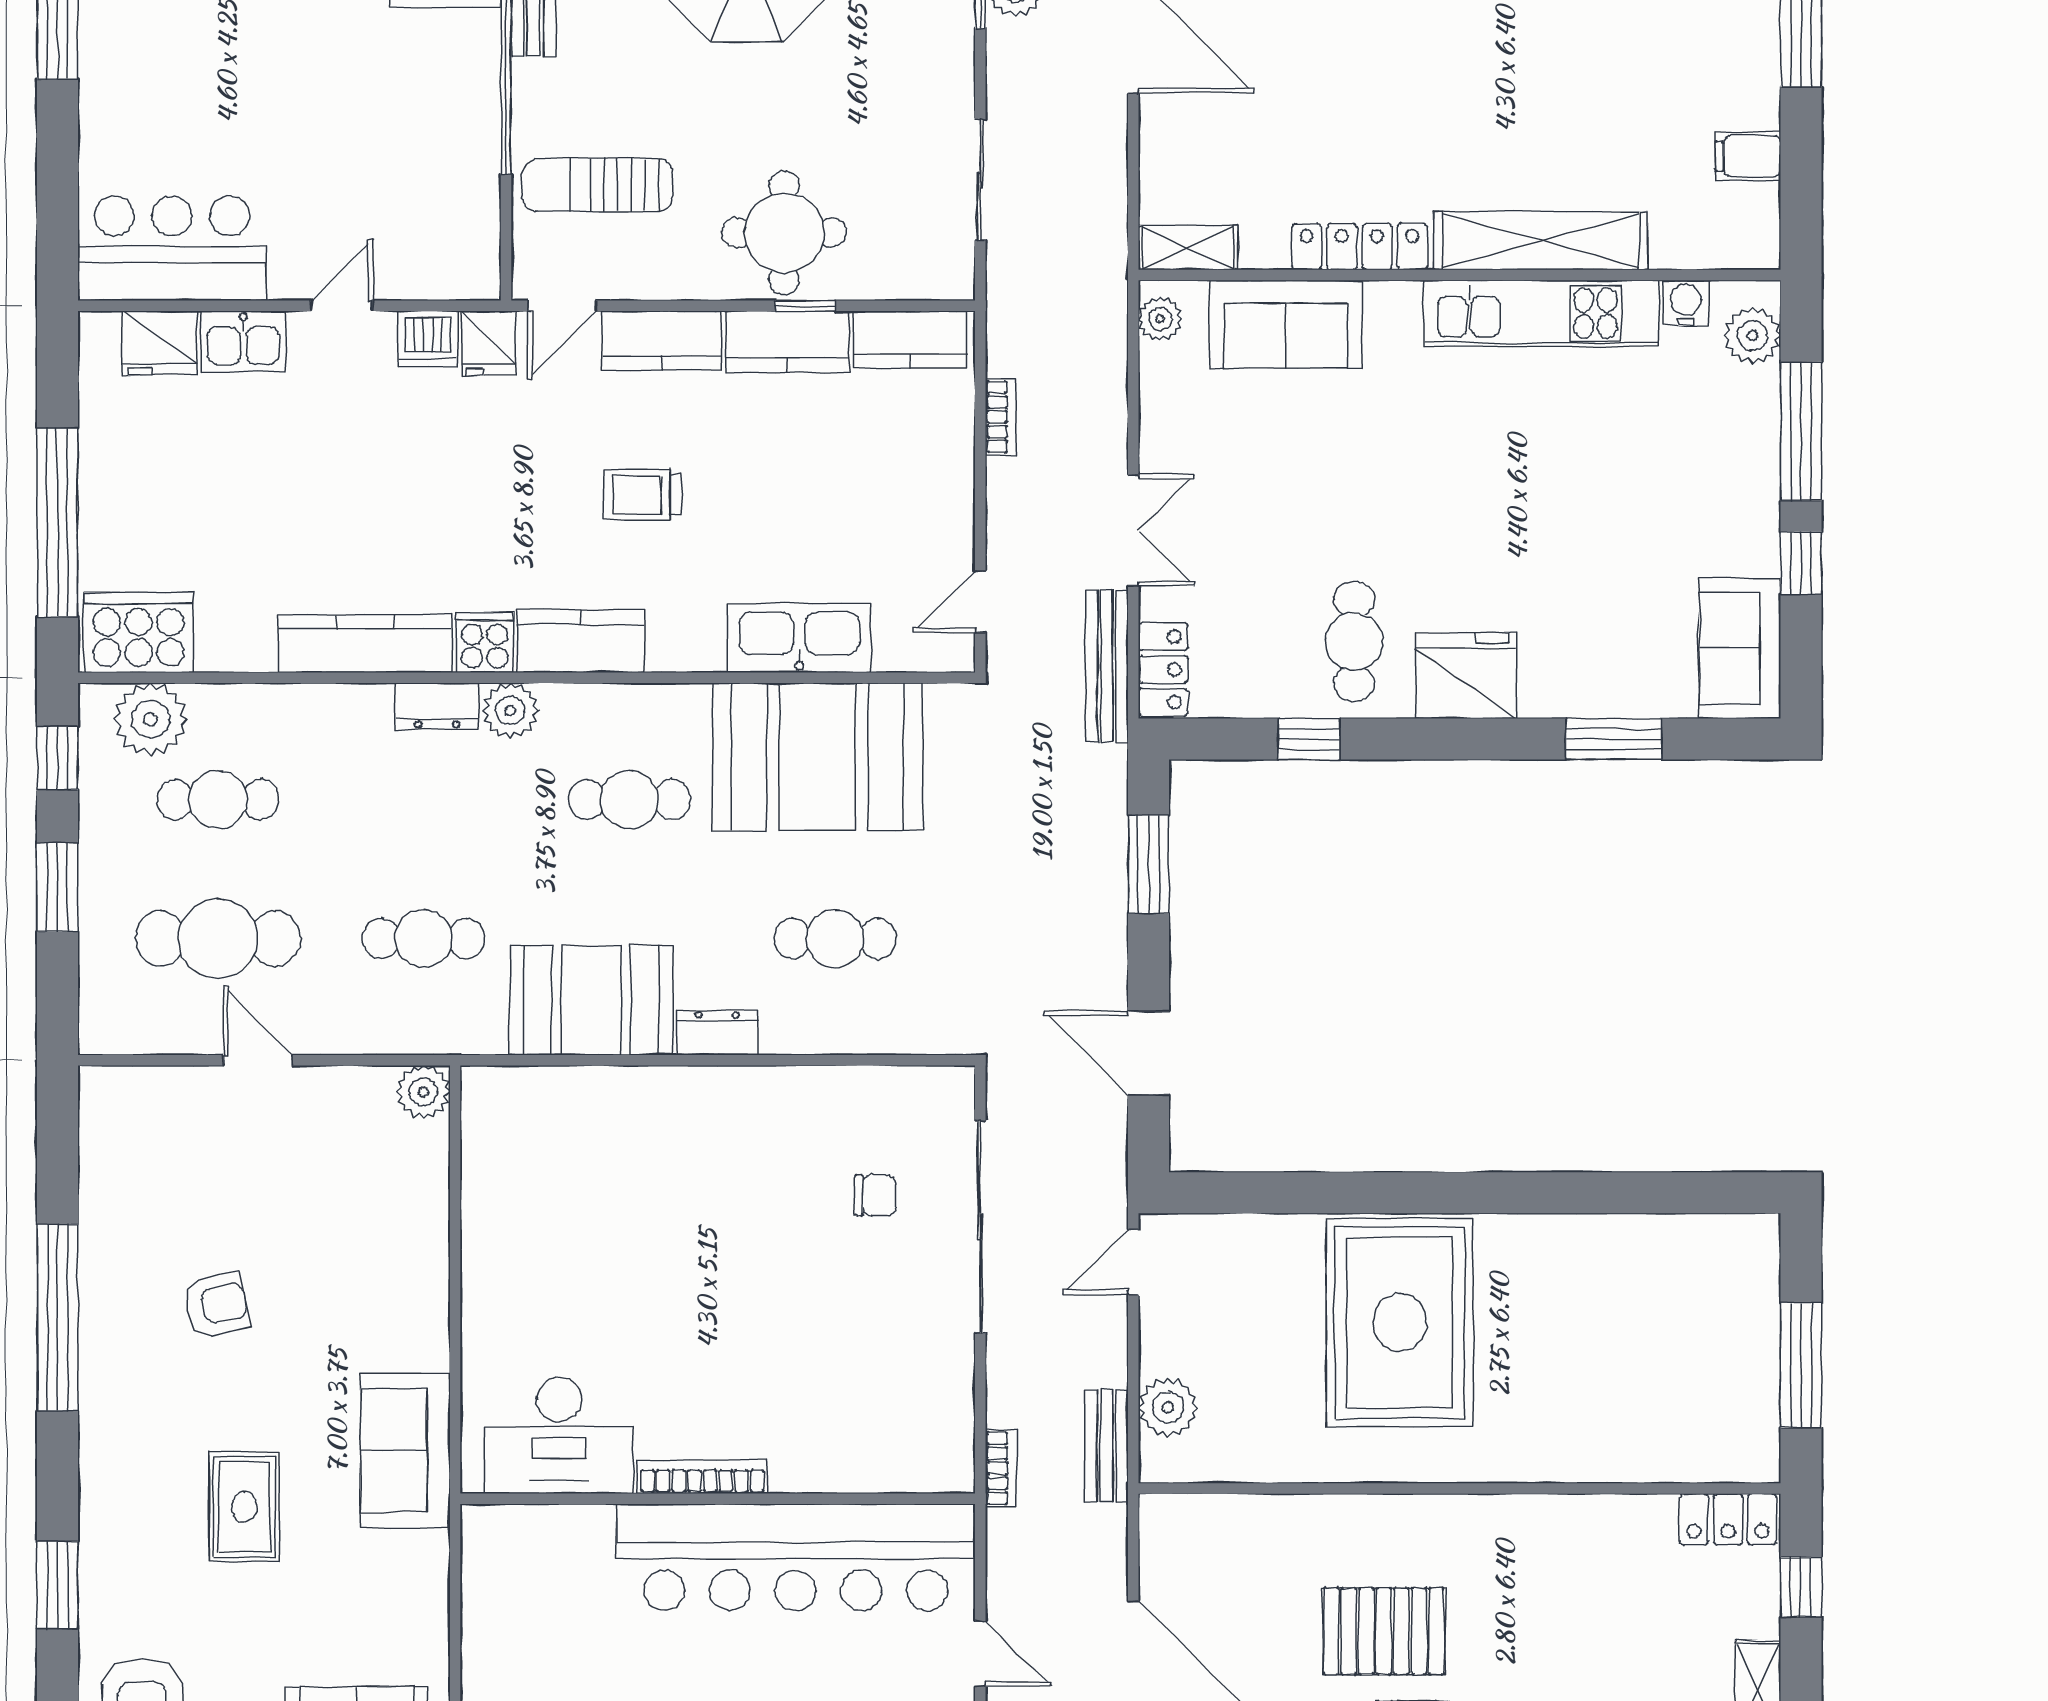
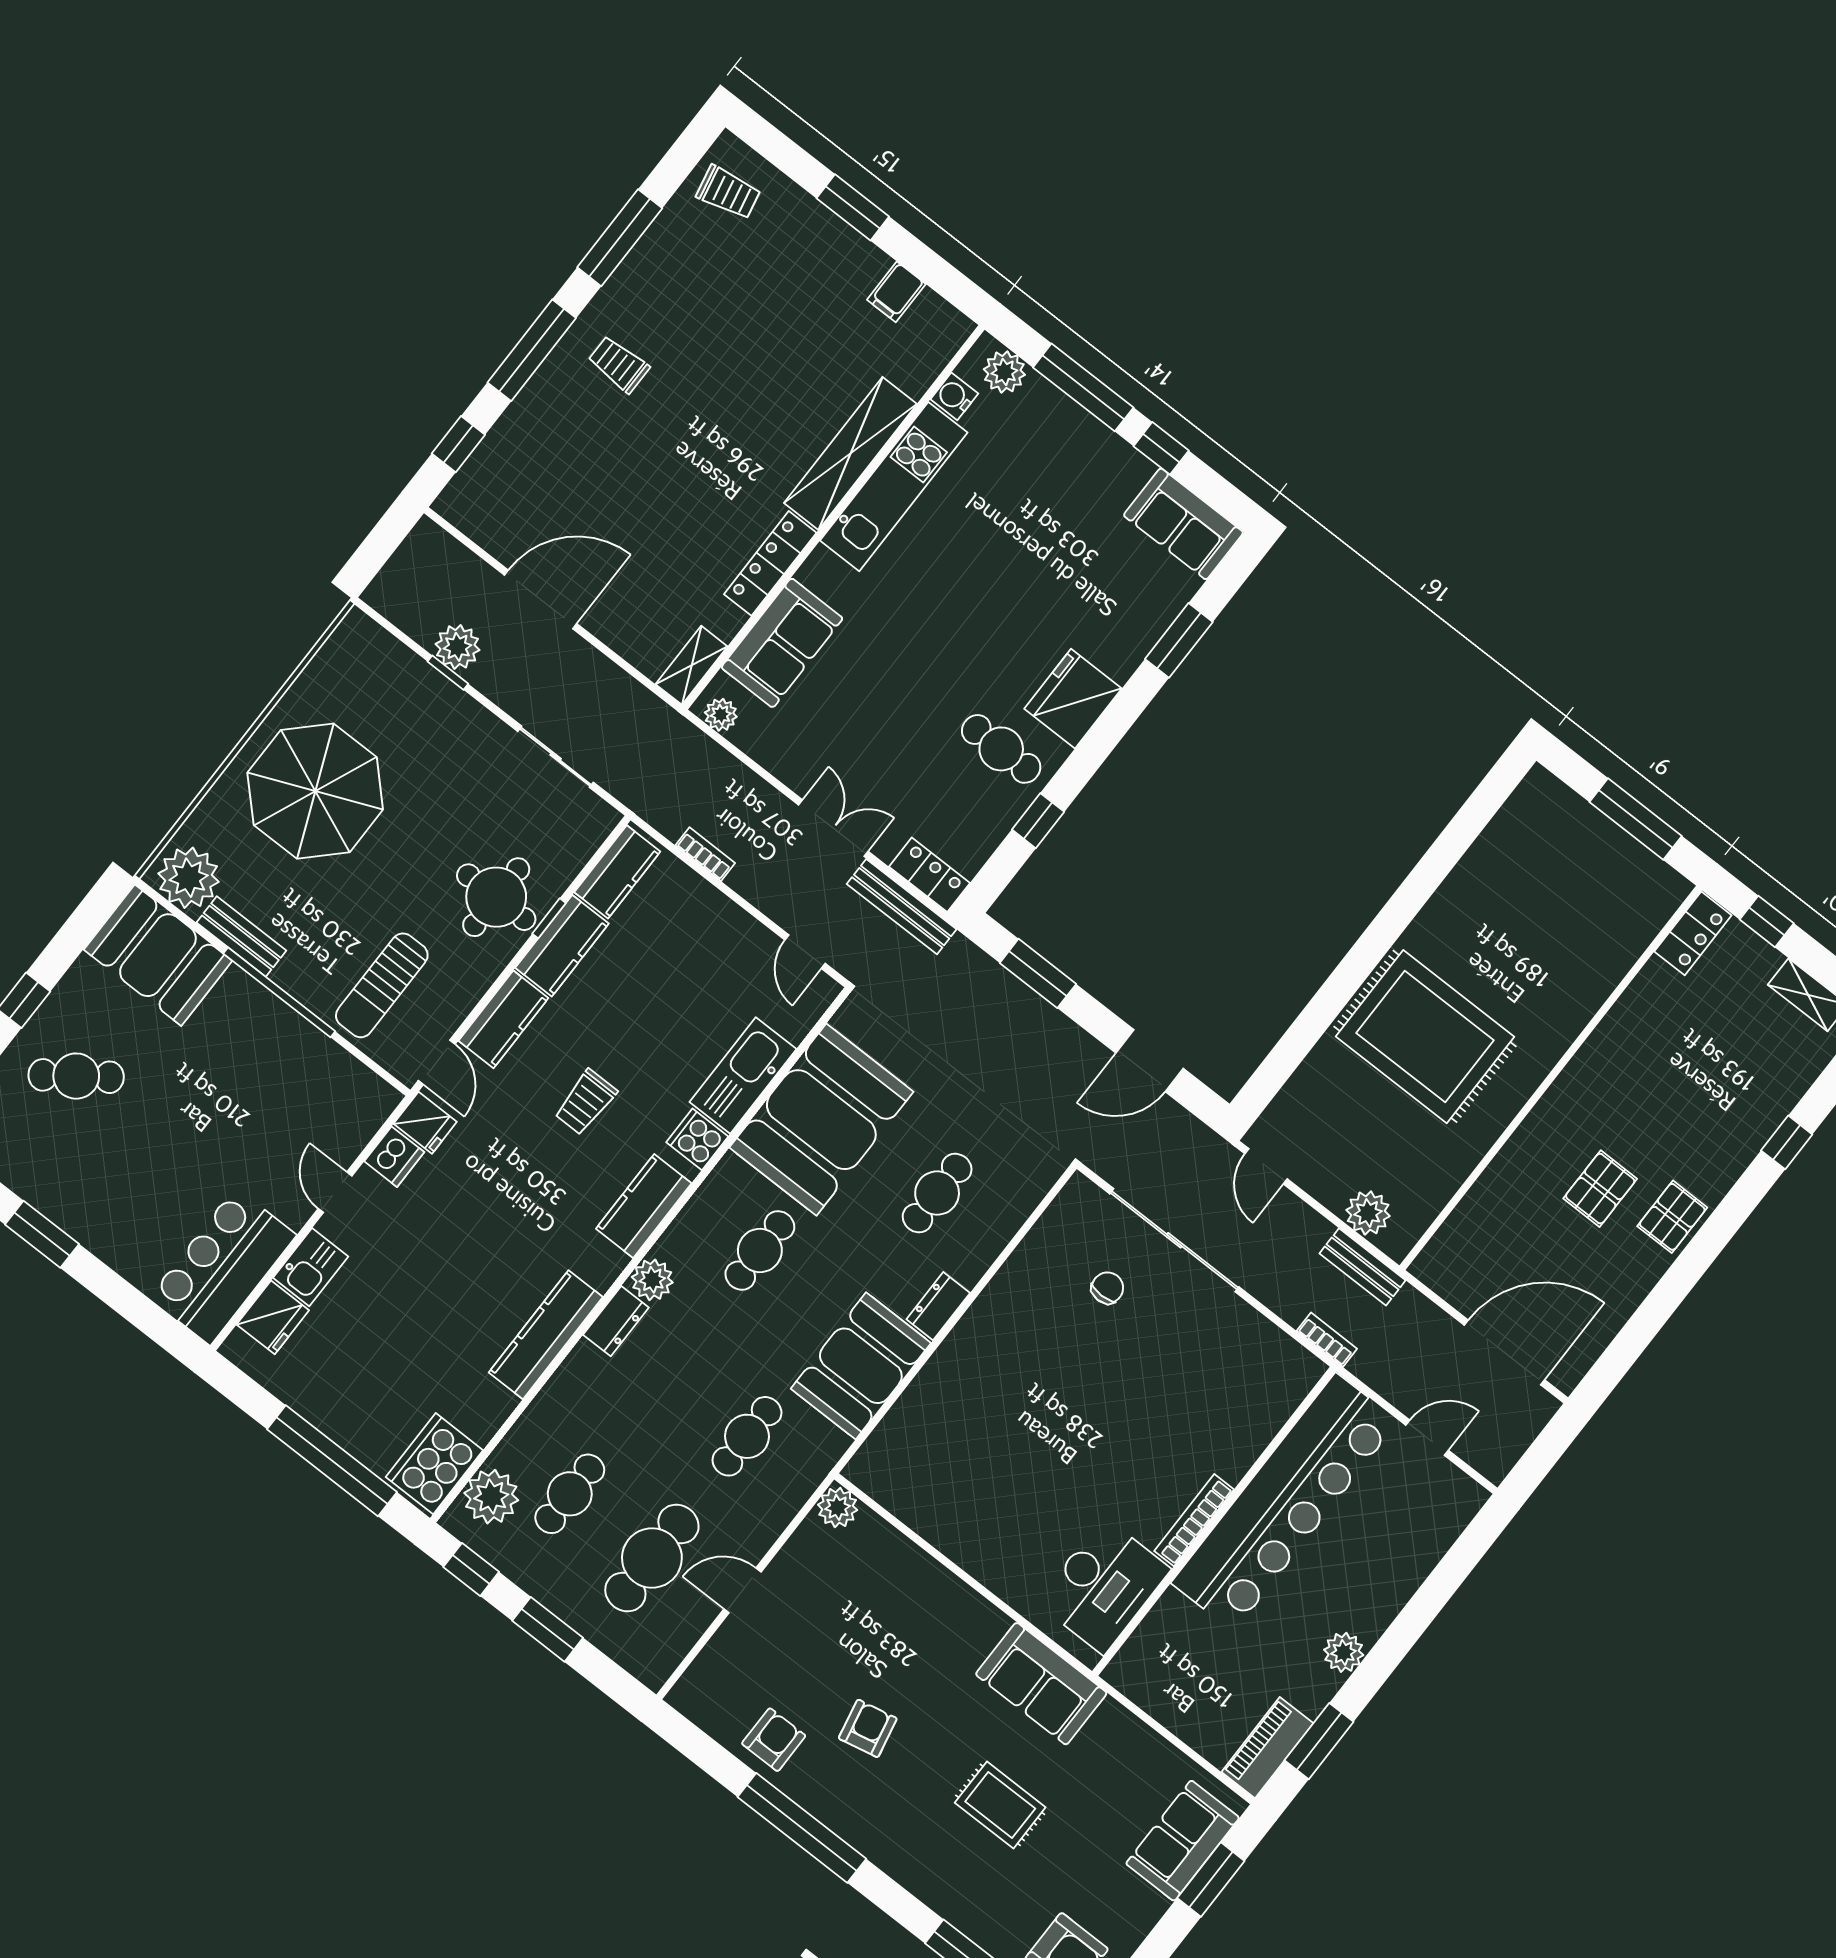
cooker: (485, 642) -> (697, 1139), moved
armchair: (127, 1215) -> (774, 1740), added
pallet: (1384, 1631) -> (1600, 1189), width x0.67, depth x0.71

